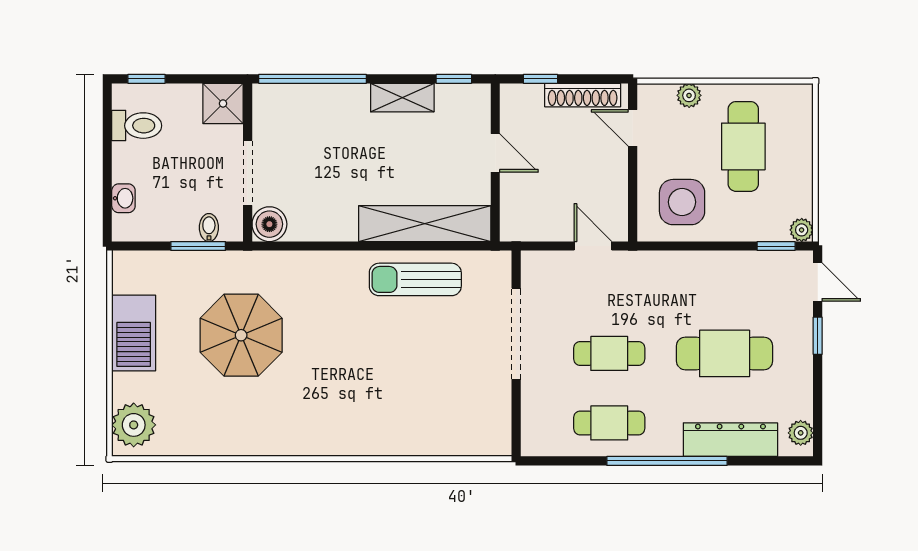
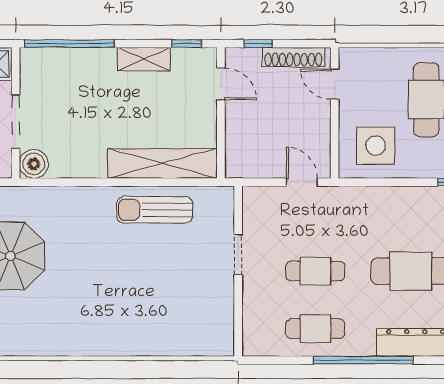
plant: (689, 95) -> (381, 57), removed
door: (495, 153) -> (221, 84), moved
doorway: (516, 334) -> (238, 255), width x0.53

